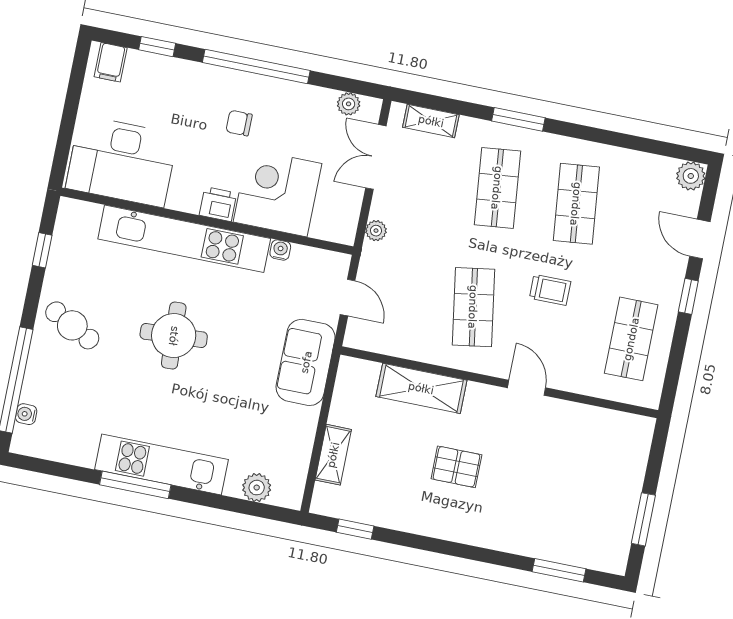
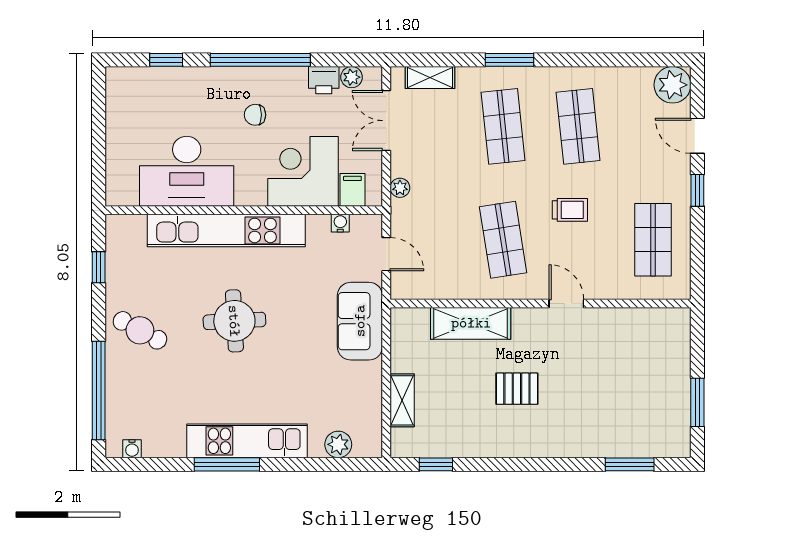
filing cabinet: (111, 62) -> (352, 190), moved, turned 180
desk: (122, 161) -> (187, 171), moved
plant: (691, 176) -> (672, 85), width x1.36, depth x1.36
printer: (218, 204) -> (324, 80), moved, turned 180
water cooler: (280, 250) -> (340, 223), moved
water cooler: (26, 414) -> (132, 449), moved, turned -90

